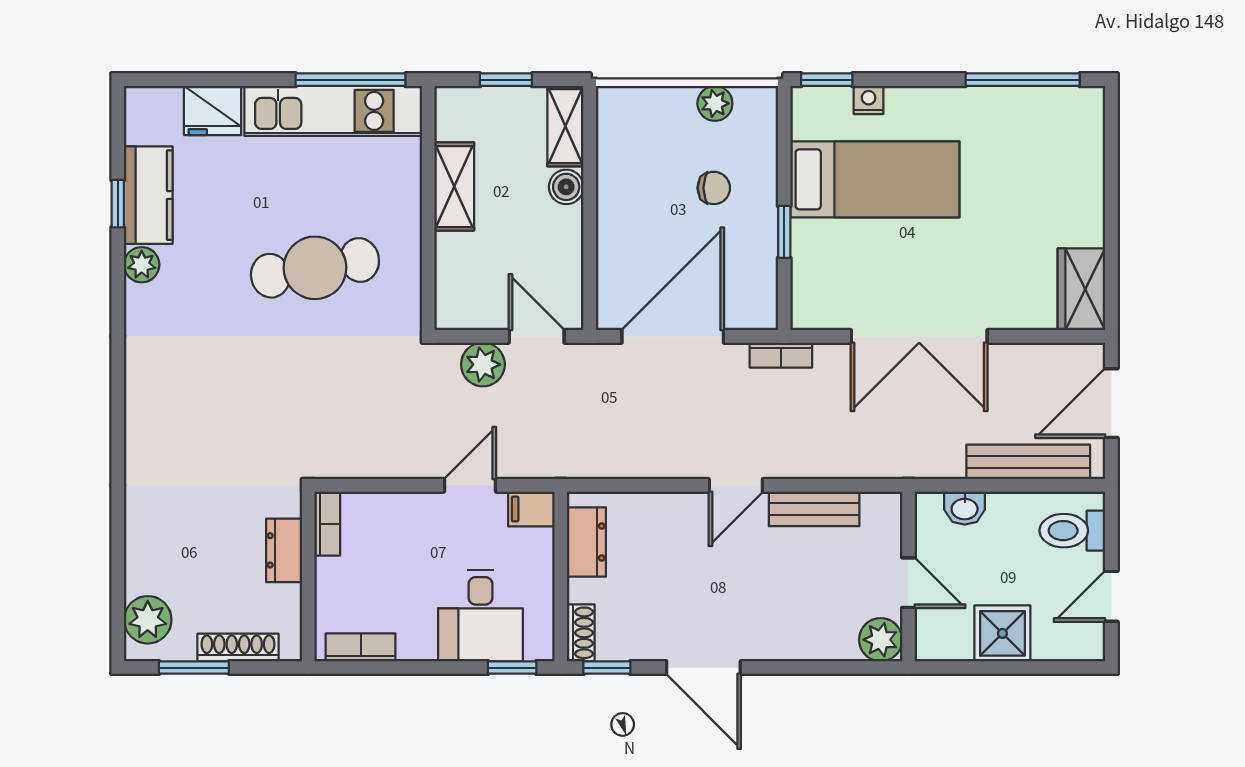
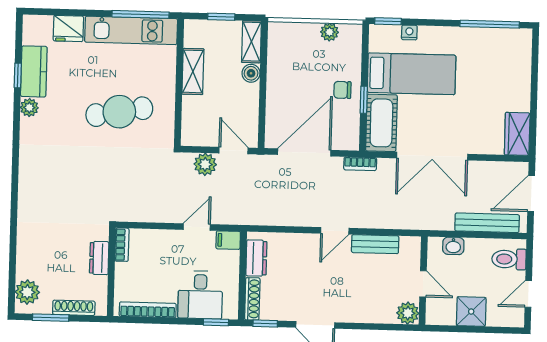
chair: (714, 188) -> (342, 90), moved, turned 180
cot: (820, 275) -> (381, 123), added
shoe rack: (581, 633) -> (252, 299), width x1.43
bookcase: (361, 647) -> (148, 310), width x1.56

